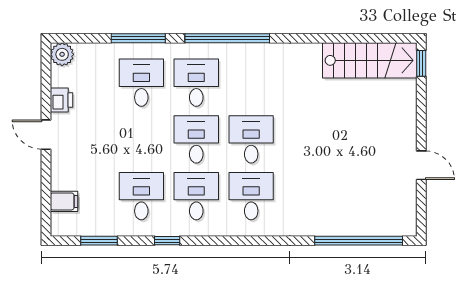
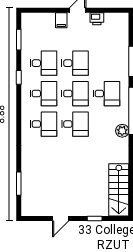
plant: (62, 54) -> (122, 131), moved
window: (421, 63) -> (95, 218), moved
desk: (141, 83) -> (75, 63), moved
filing cabinet: (64, 201) -> (61, 20), moved
window: (359, 241) -> (19, 184), width x0.47

